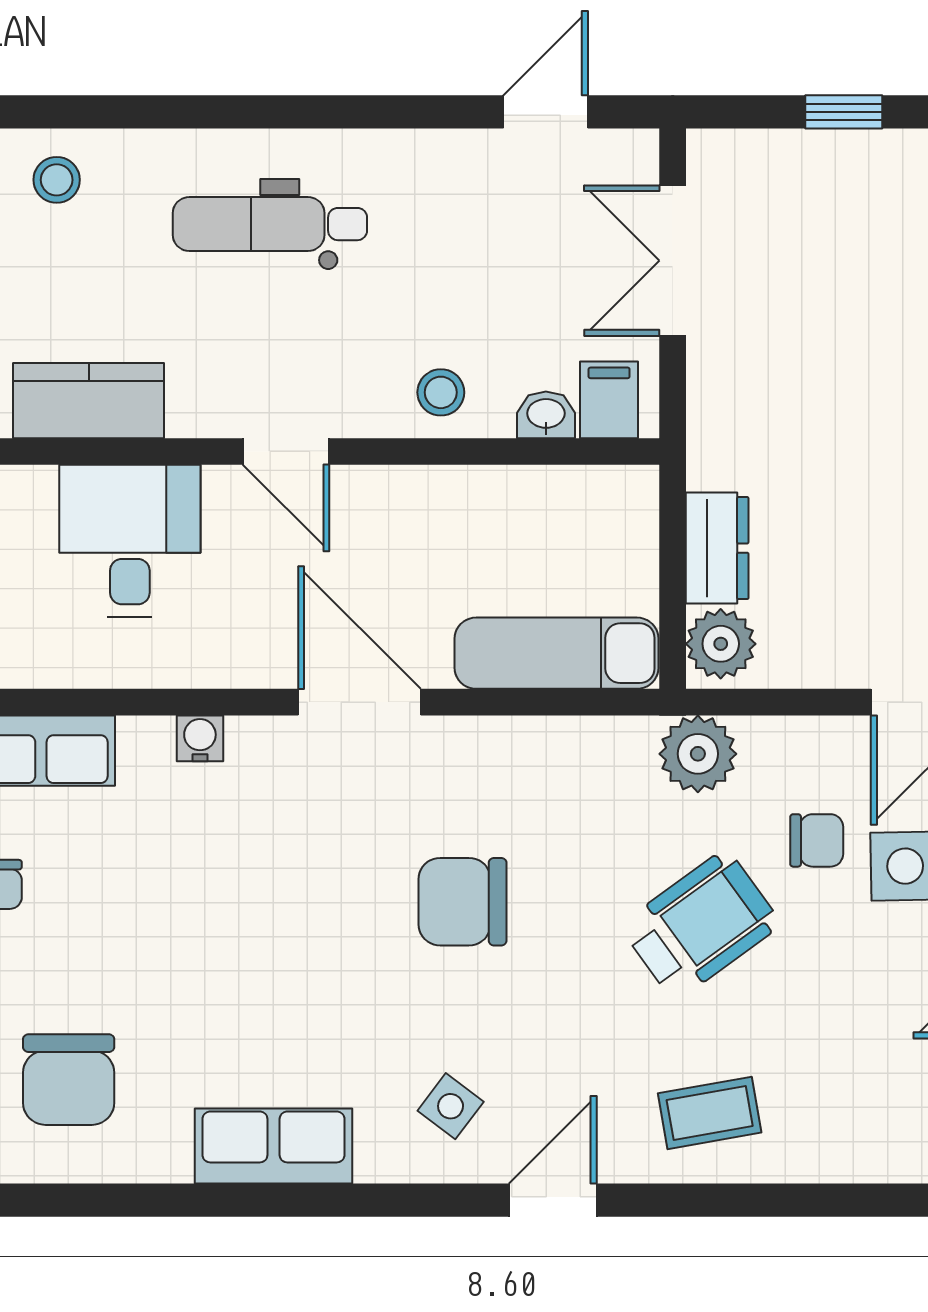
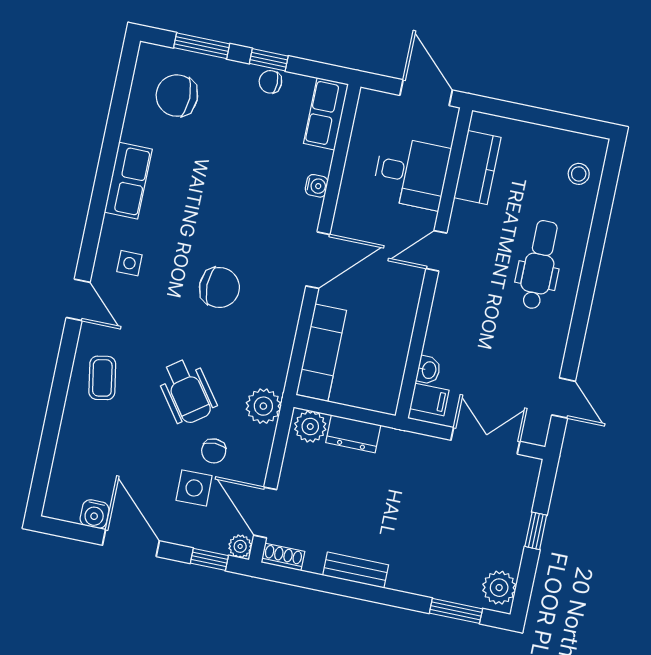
stool: (441, 392) -> (448, 325), removed
chair: (462, 902) -> (219, 287), turned 90
side table: (451, 1106) -> (129, 263), turned -37

